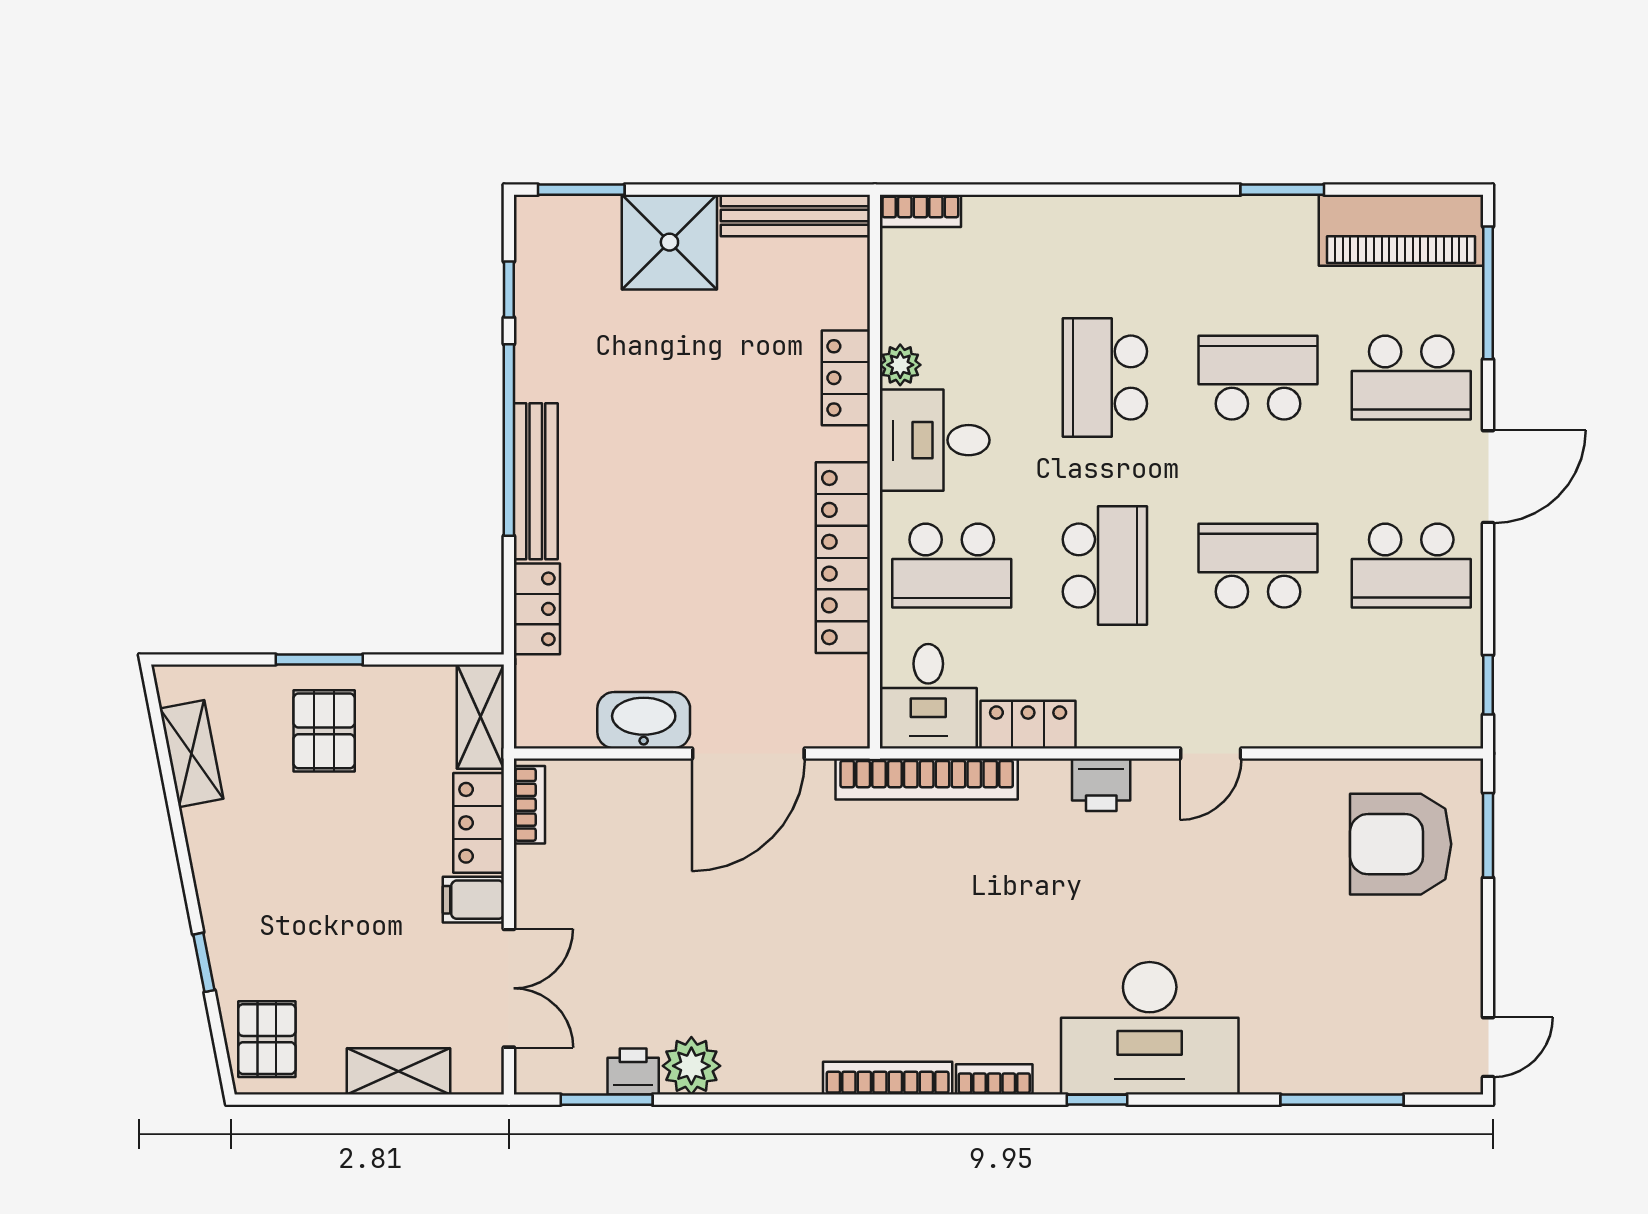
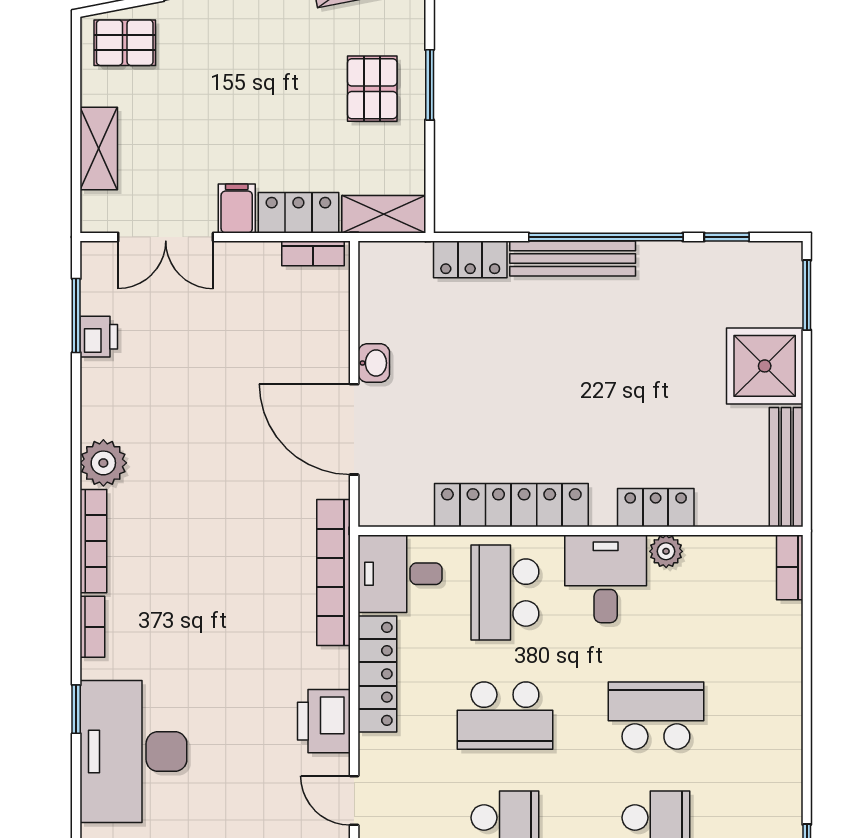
washbasin: (644, 720) -> (374, 363), width x0.52, depth x0.69
locker: (1028, 725) -> (377, 674), width x1.53
pallet: (324, 731) -> (372, 89), turned 90
printer: (1101, 785) -> (324, 721), width x1.36, depth x1.24
plant: (691, 1066) -> (103, 463), moved

